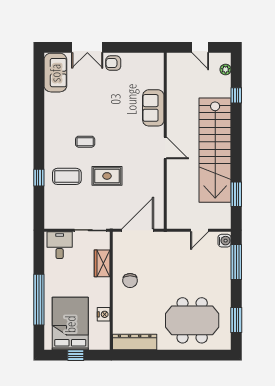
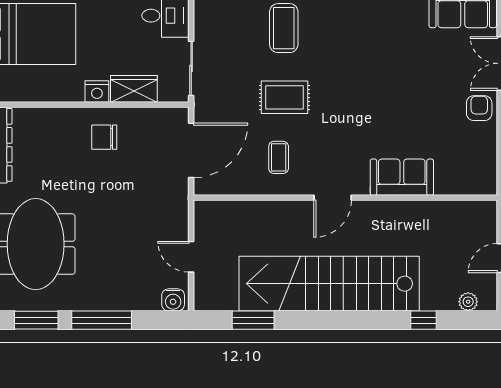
coffee table: (85, 142) -> (279, 157), moved
rug: (107, 176) -> (285, 97), turned 90
door: (138, 230) -> (191, 150), hinge flipped
window: (236, 262) -> (102, 320), moved
nightstand: (104, 314) -> (97, 92), moved

